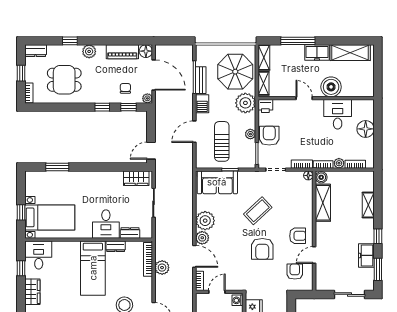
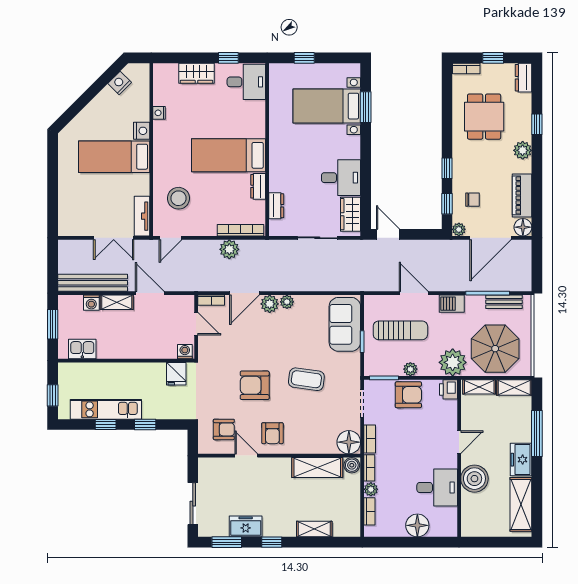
bench: (201, 80) -> (504, 302), moved
floor lamp: (308, 175) -> (349, 442), width x1.89, depth x1.89
coffee table: (258, 211) -> (306, 379), turned -39
bed with nightstands: (50, 217) -> (327, 106), moved, turned 90
plant: (205, 221) -> (287, 302), width x0.53, depth x0.53
desk: (106, 224) -> (341, 178), moved, turned 180

